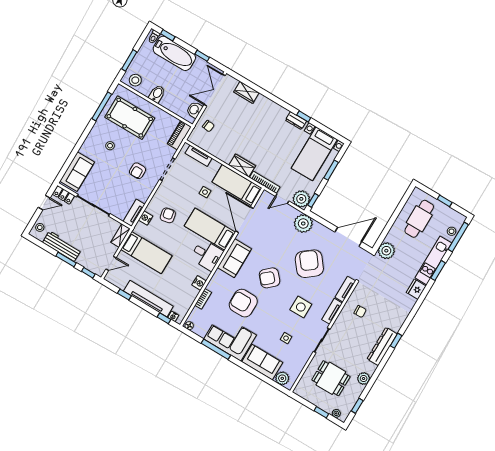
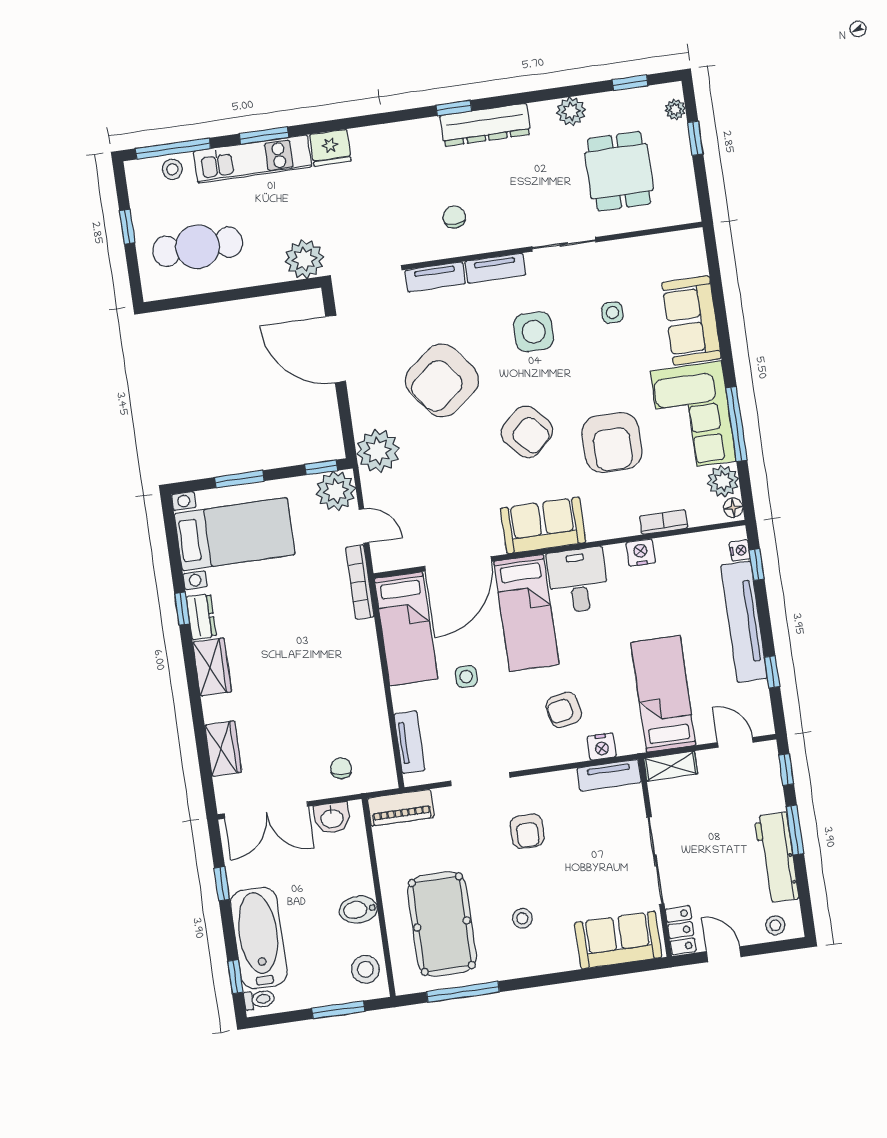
wardrobe: (242, 166) -> (212, 667), moved, turned 180
armchair: (138, 171) -> (527, 831), turned 90
plant: (282, 378) -> (723, 481), moved

